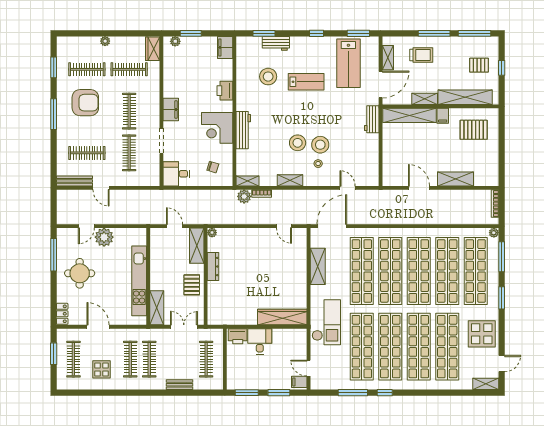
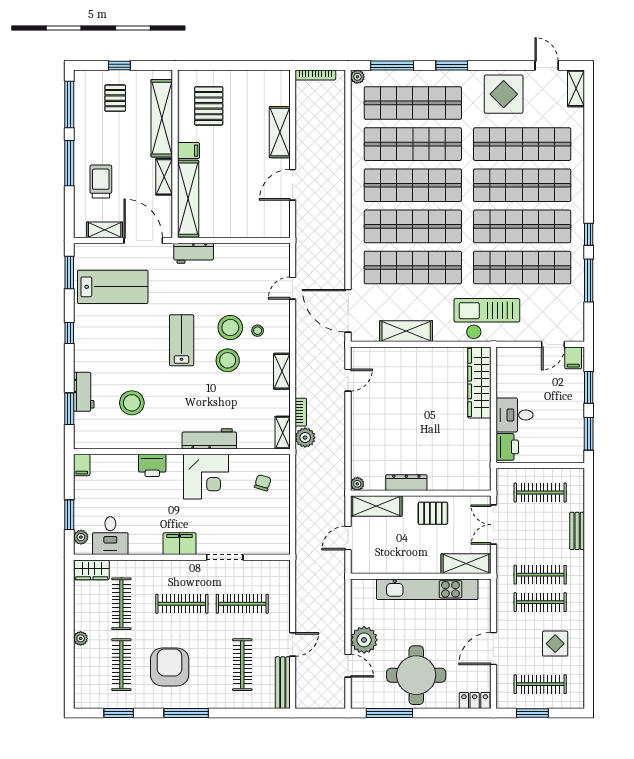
filing cabinet: (225, 47) -> (82, 465), width x0.50
lab bench: (306, 82) -> (182, 340), moved
desk: (176, 174) -> (110, 536), moved
round table: (80, 273) -> (416, 675), width x1.36, depth x1.36

